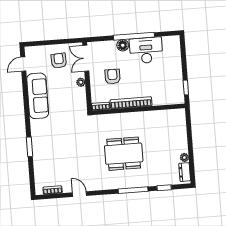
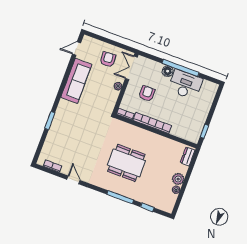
plant: (182, 146) -> (178, 179), added
dresser: (185, 172) -> (188, 156), moved

